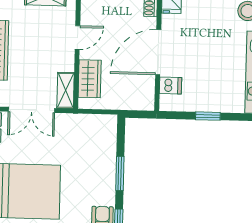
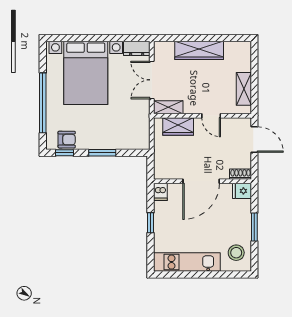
door: (158, 52) -> (201, 181), swing flipped
dishwasher: (170, 86) -> (160, 192), moved

